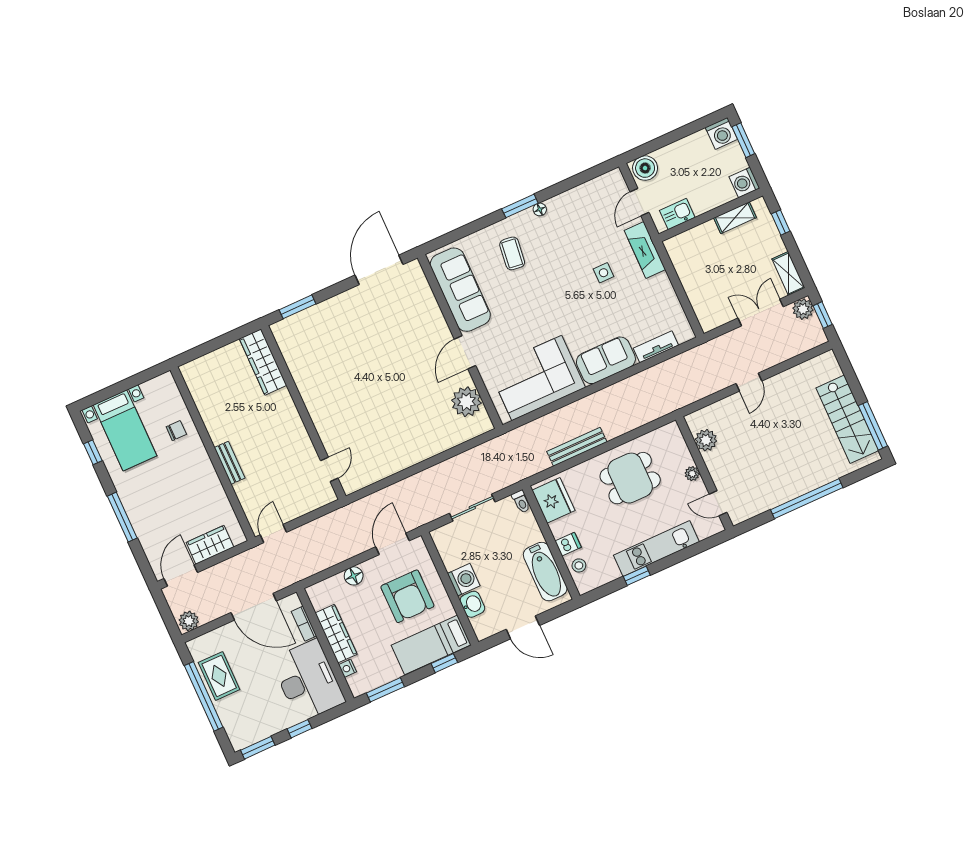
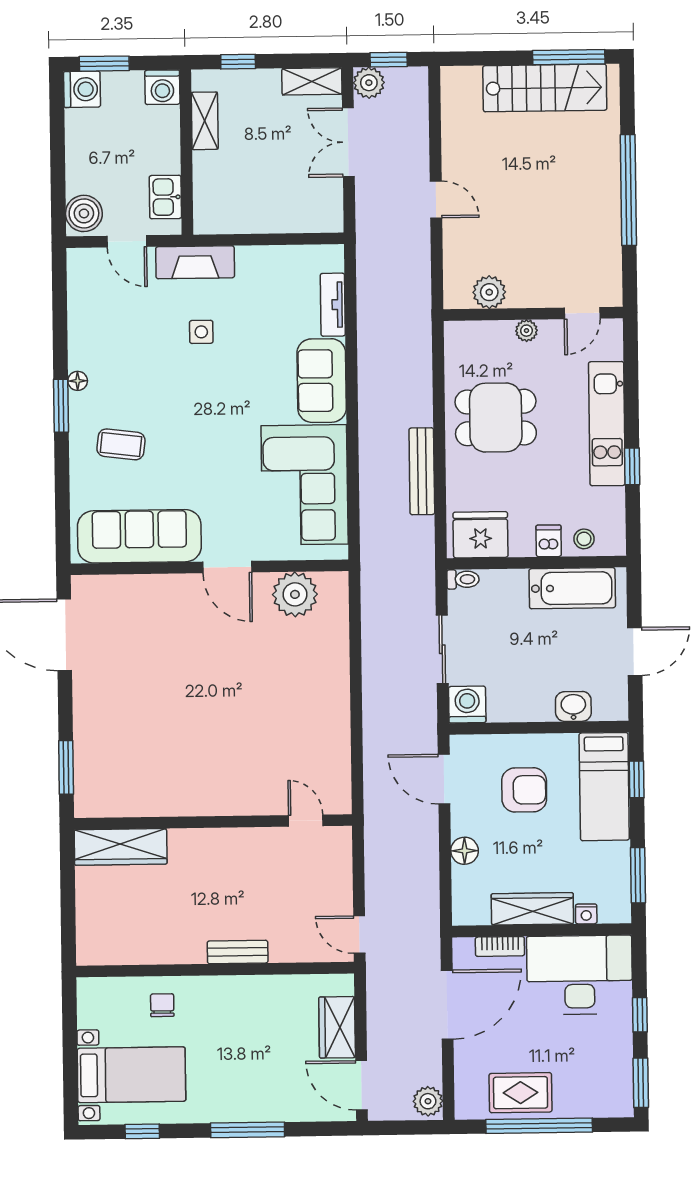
dining table: (630, 478) -> (496, 417), turned 90
washing machine: (464, 580) -> (467, 705), moved
armchair: (407, 596) -> (524, 790), width x0.73, depth x0.73

